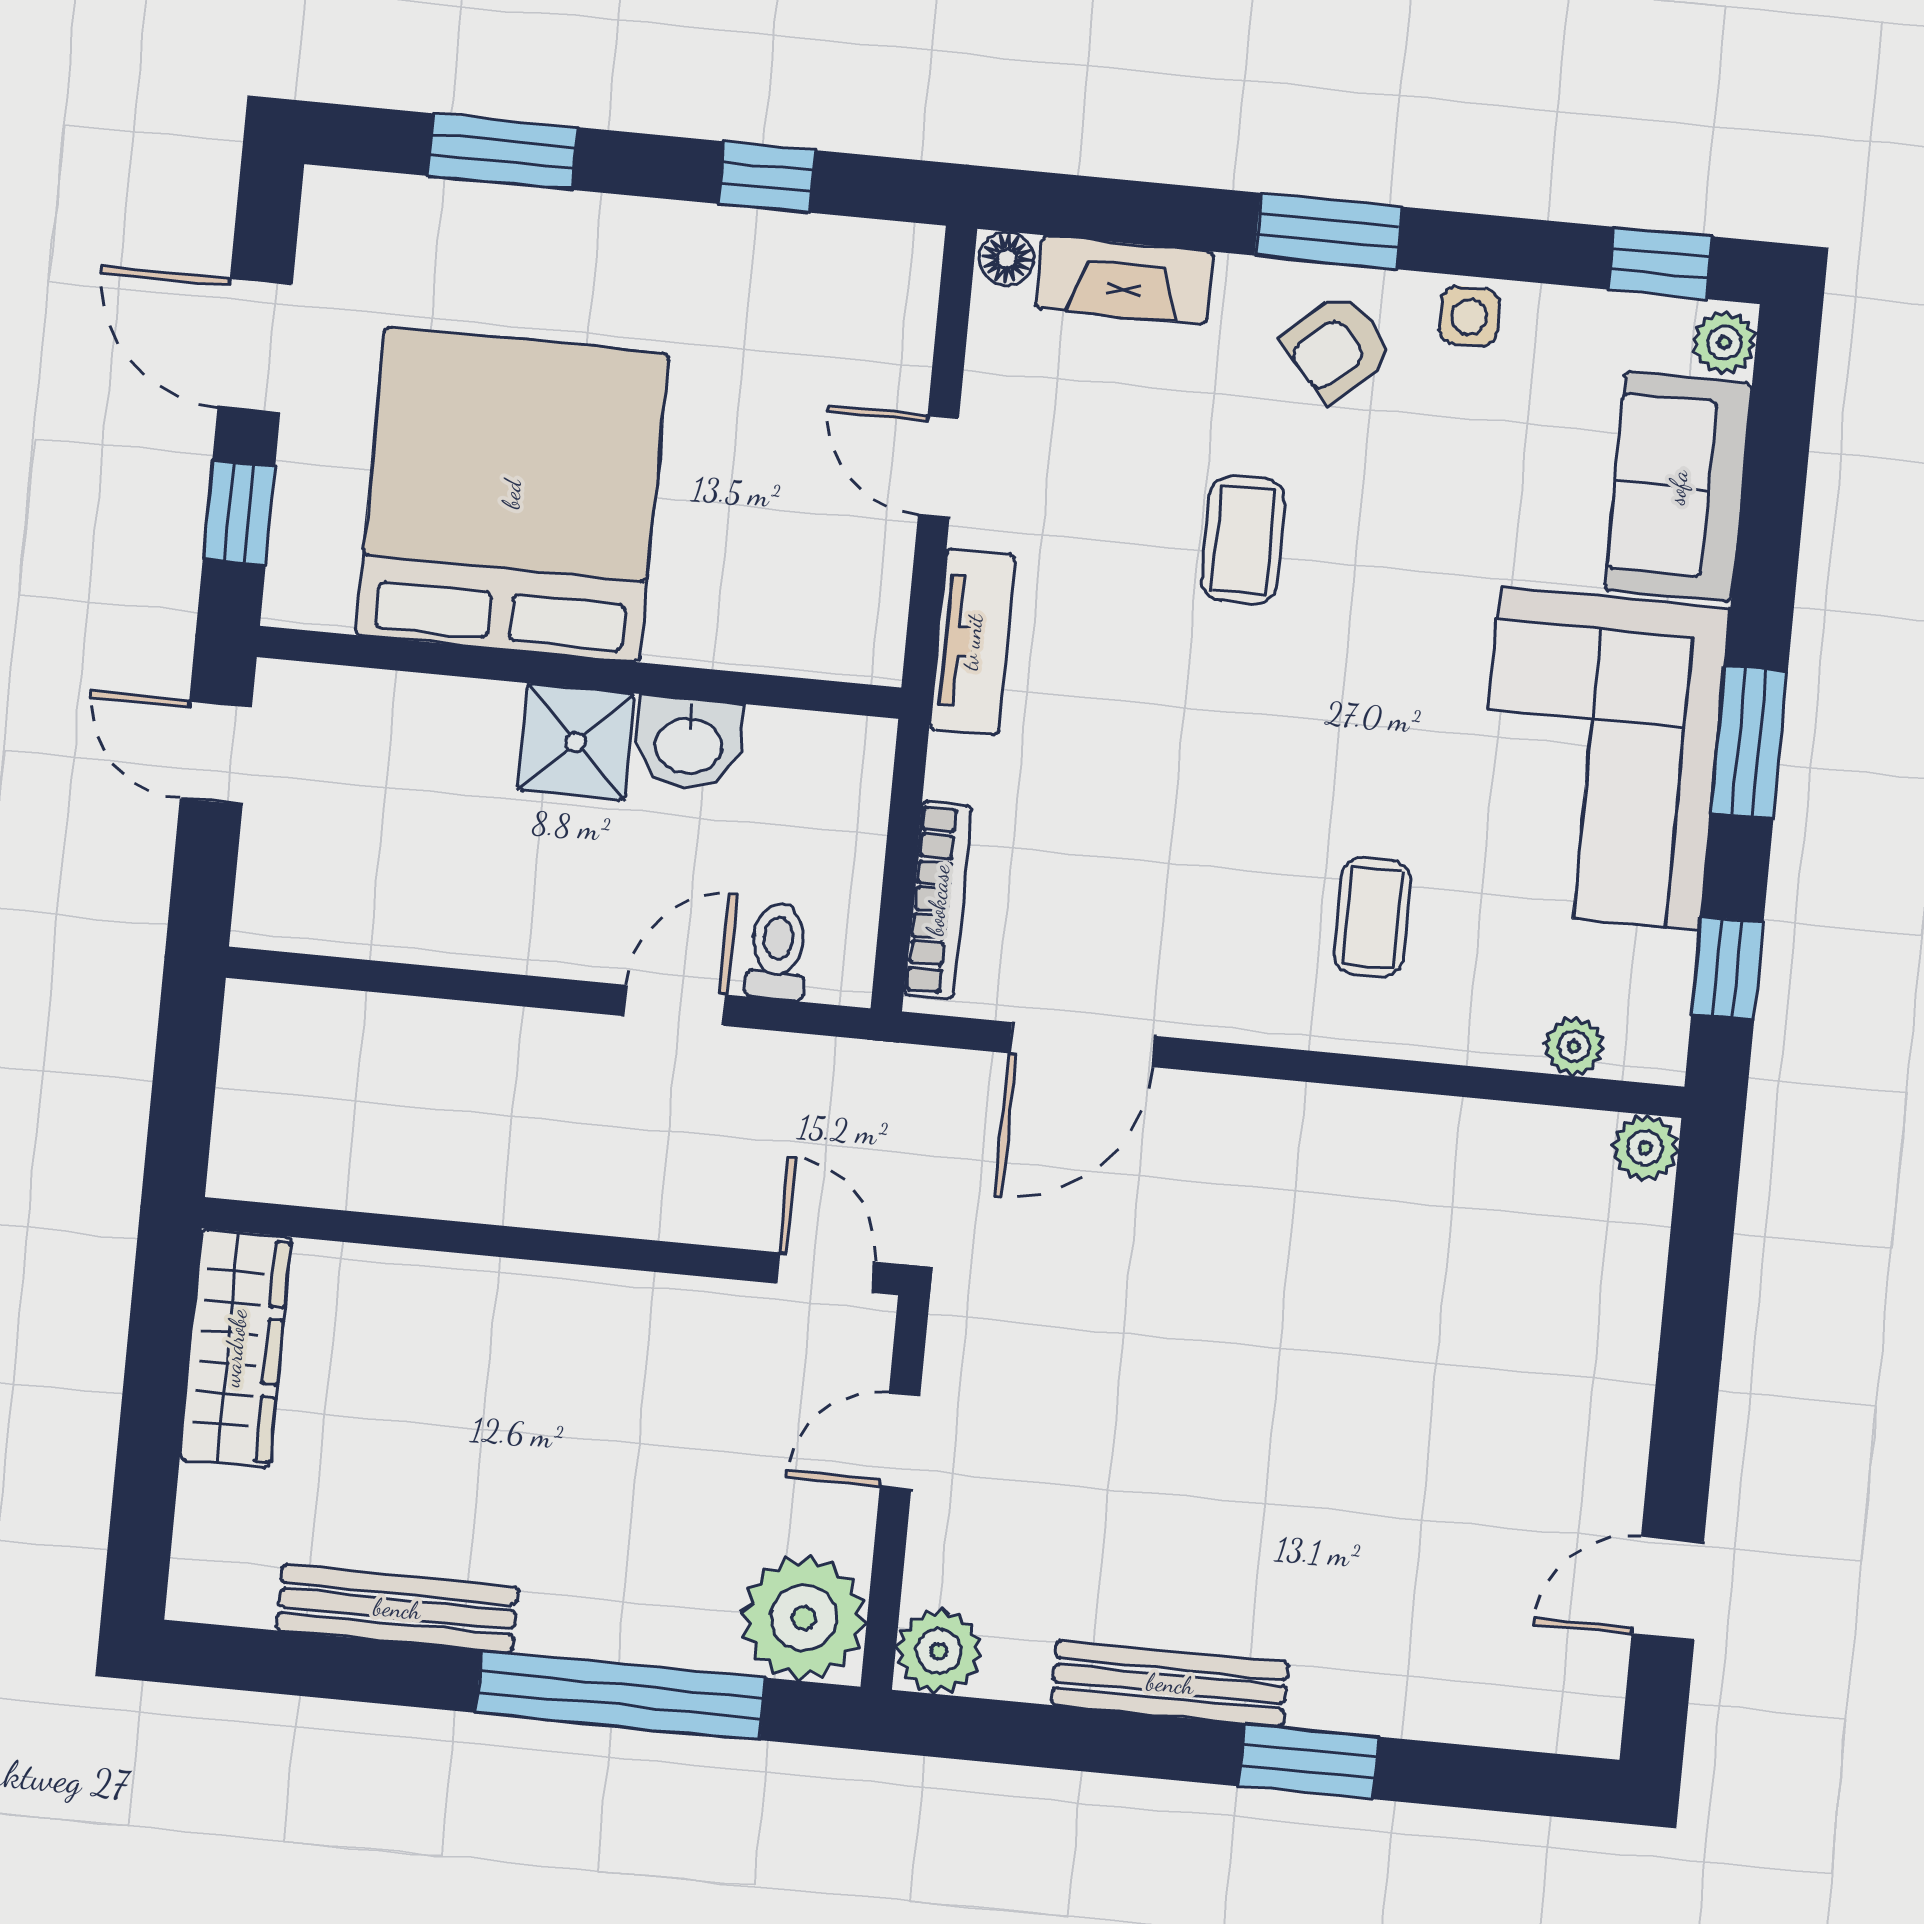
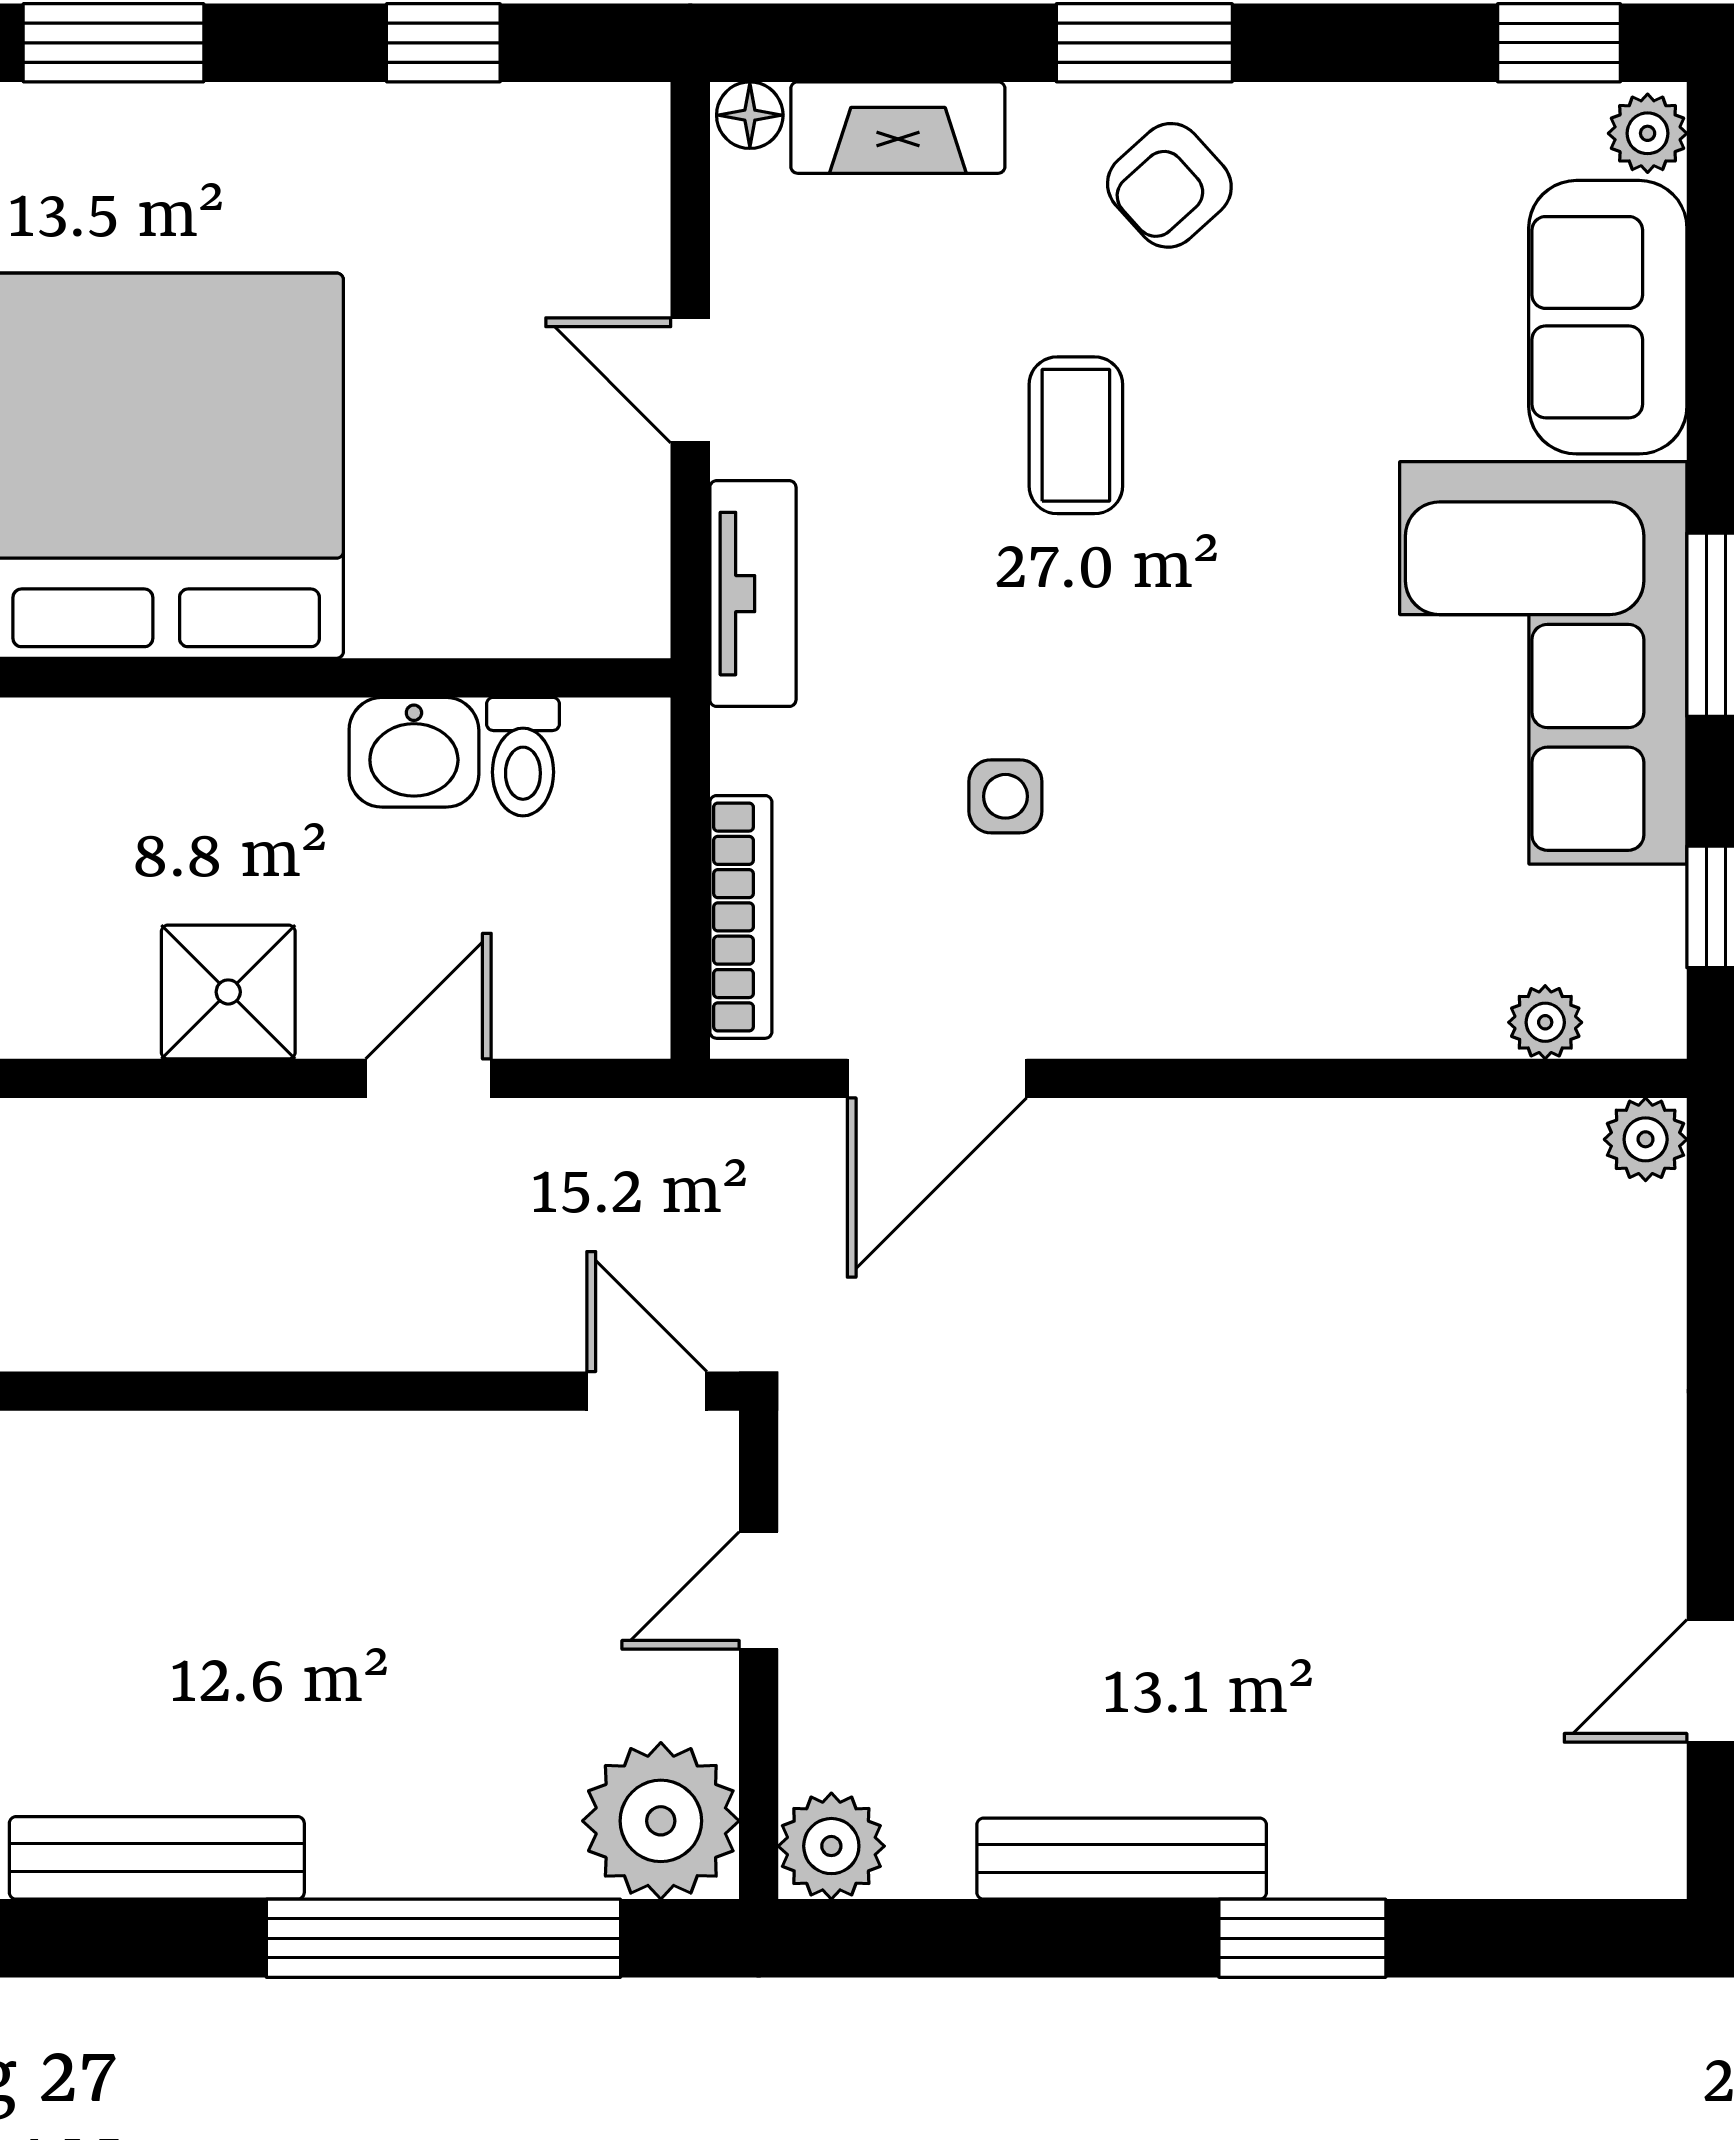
side table: (1469, 316) -> (1005, 796), moved
shower: (576, 742) -> (228, 992), moved
coffee table: (1372, 917) -> (1281, 886), removed
toilet: (777, 952) -> (523, 757), moved, turned 180

